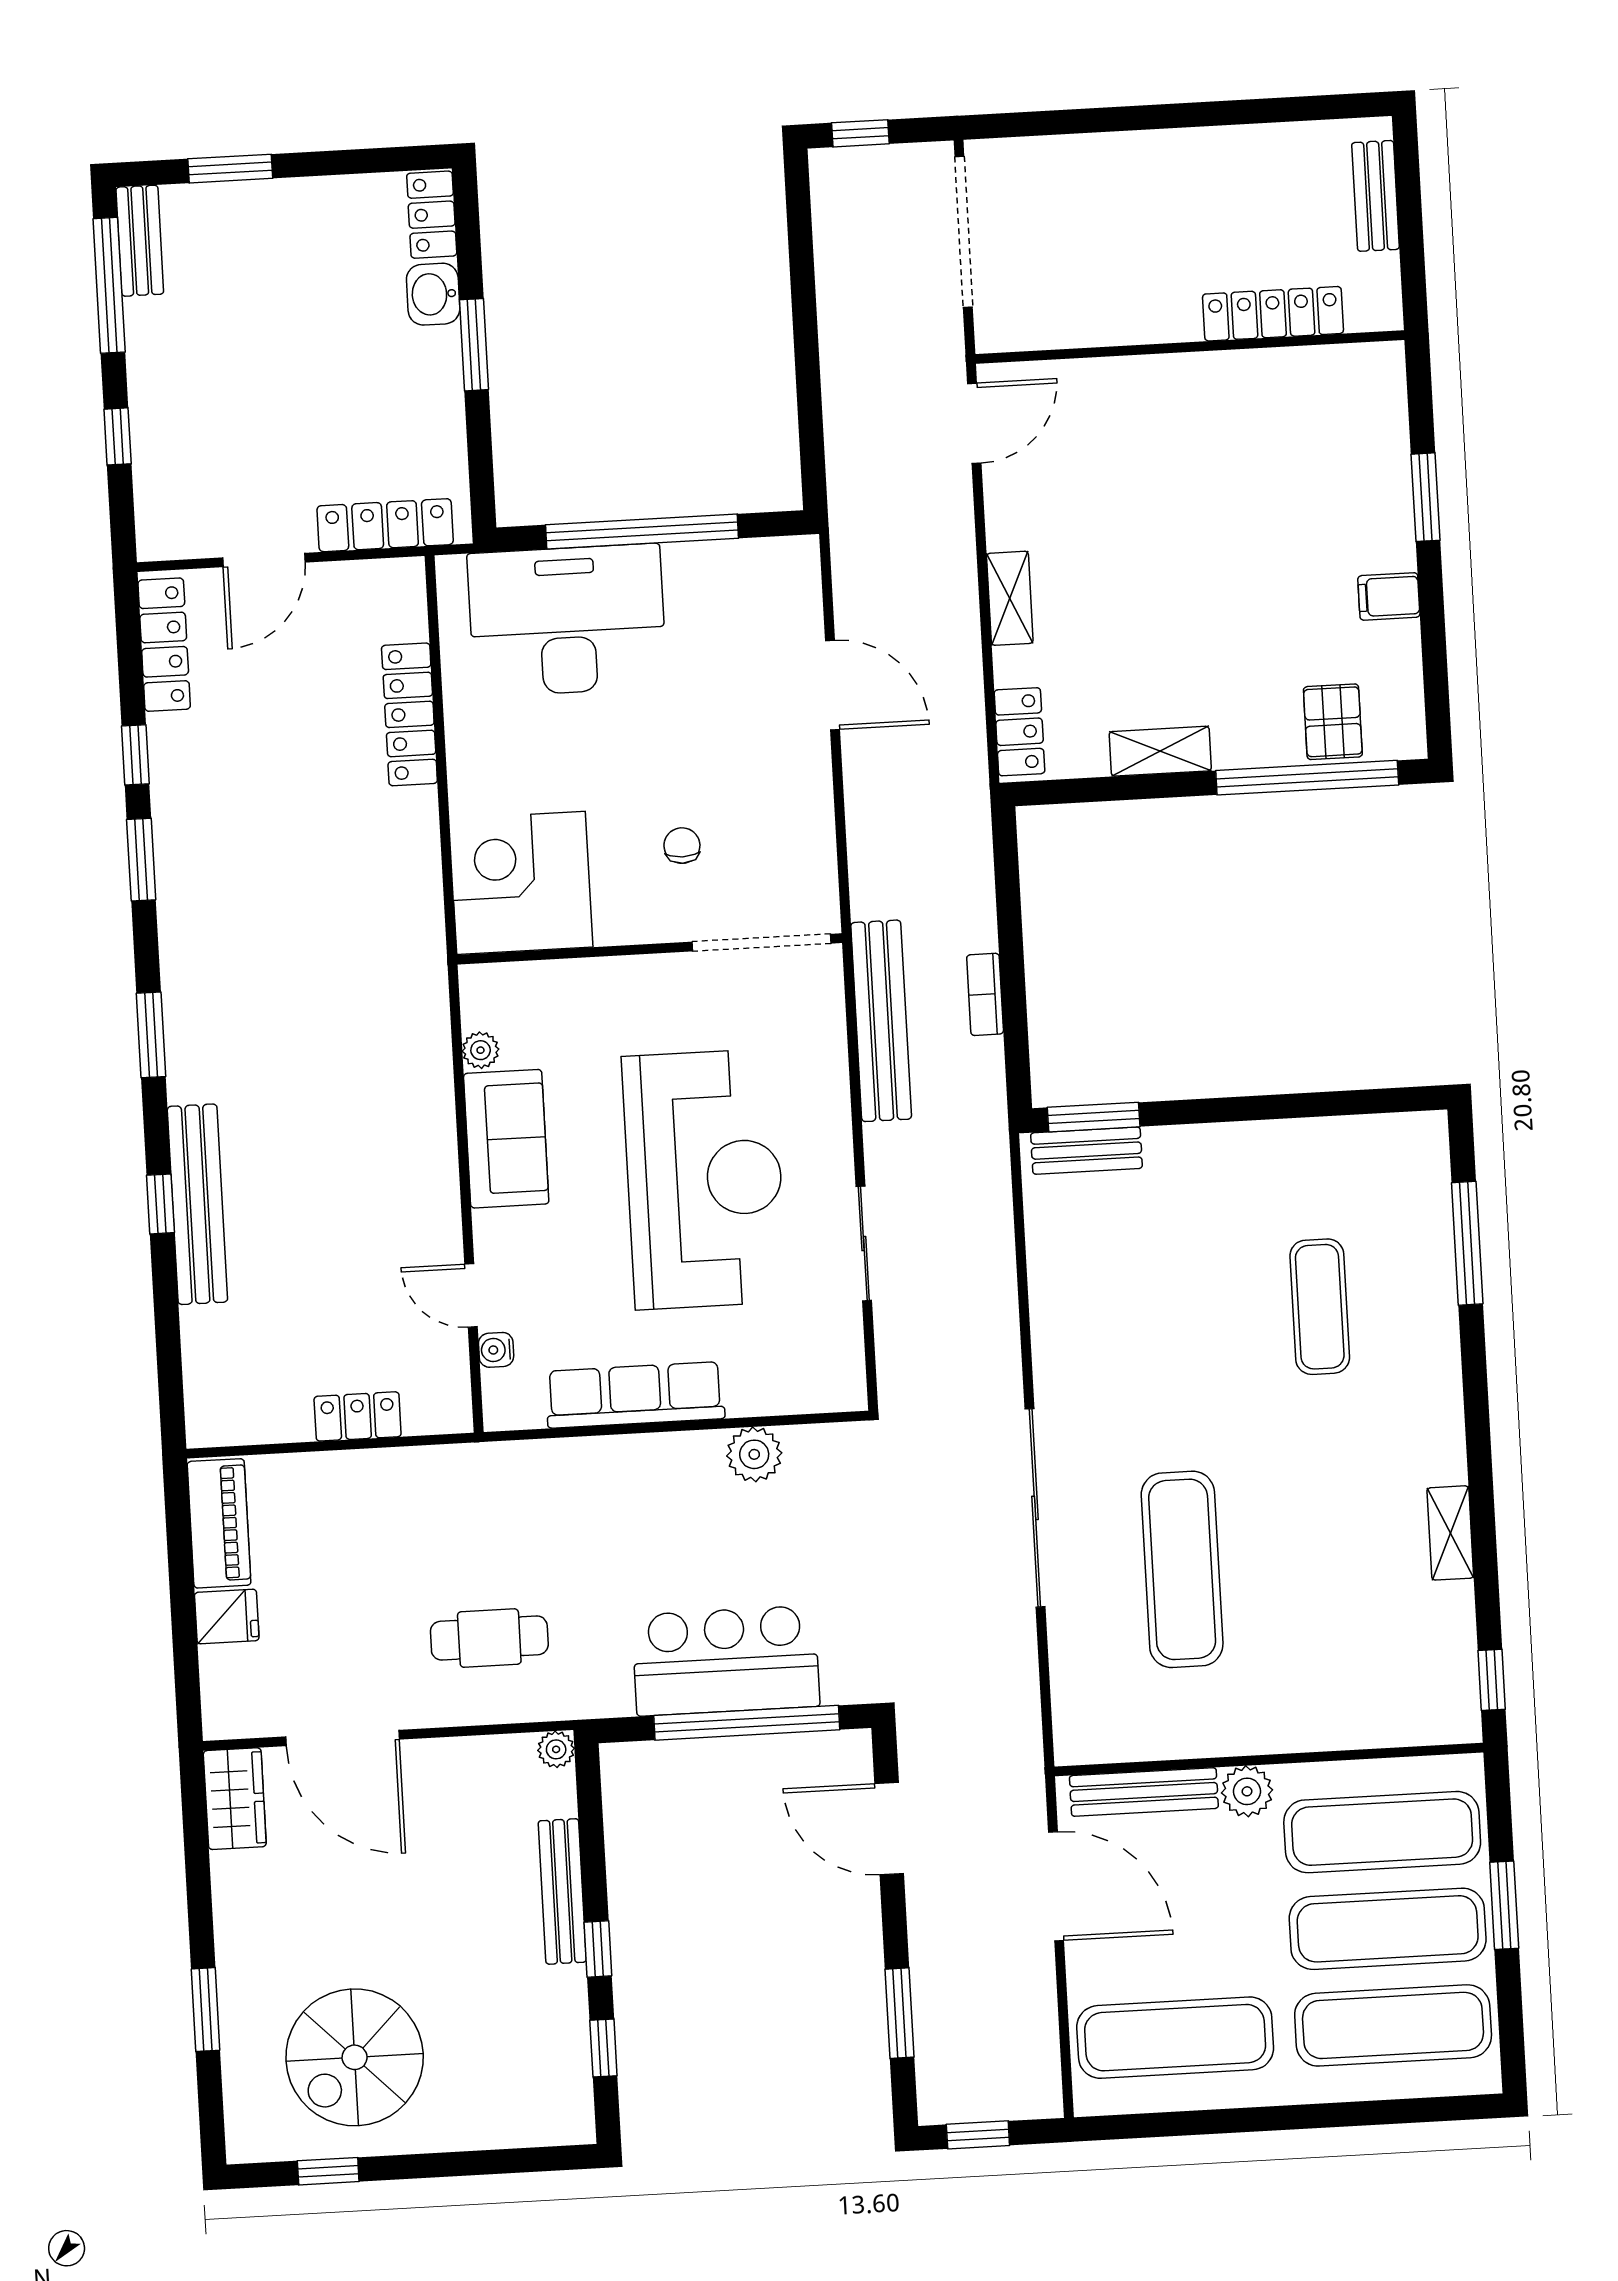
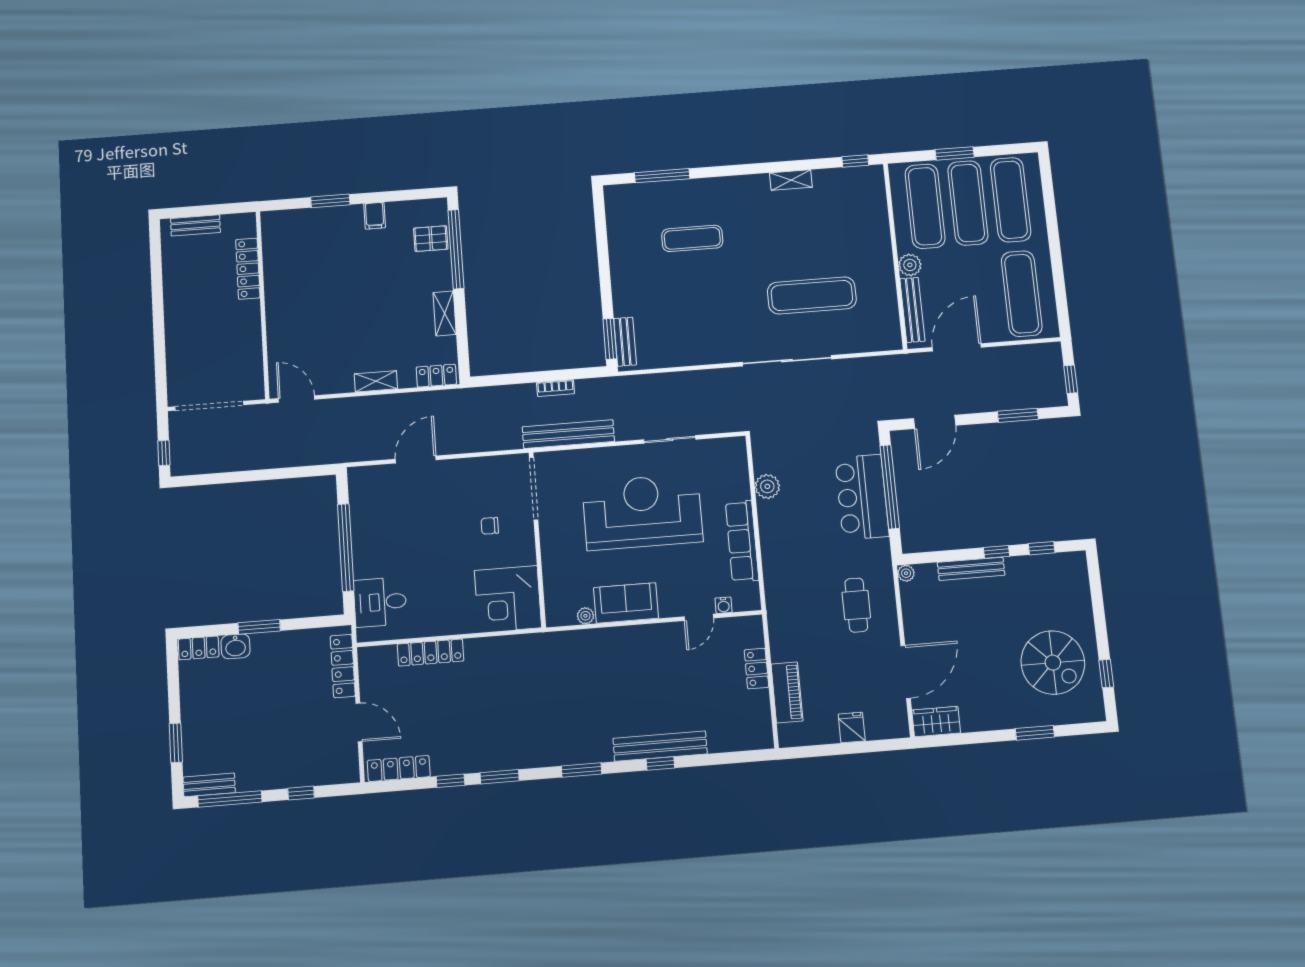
desk: (567, 620) -> (380, 602), width x0.53, depth x0.77
piano: (219, 1523) -> (787, 693), moved, turned 90

